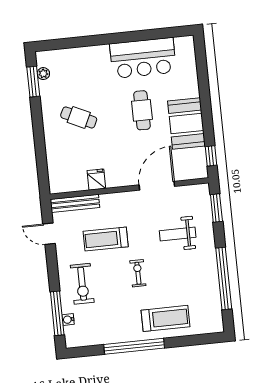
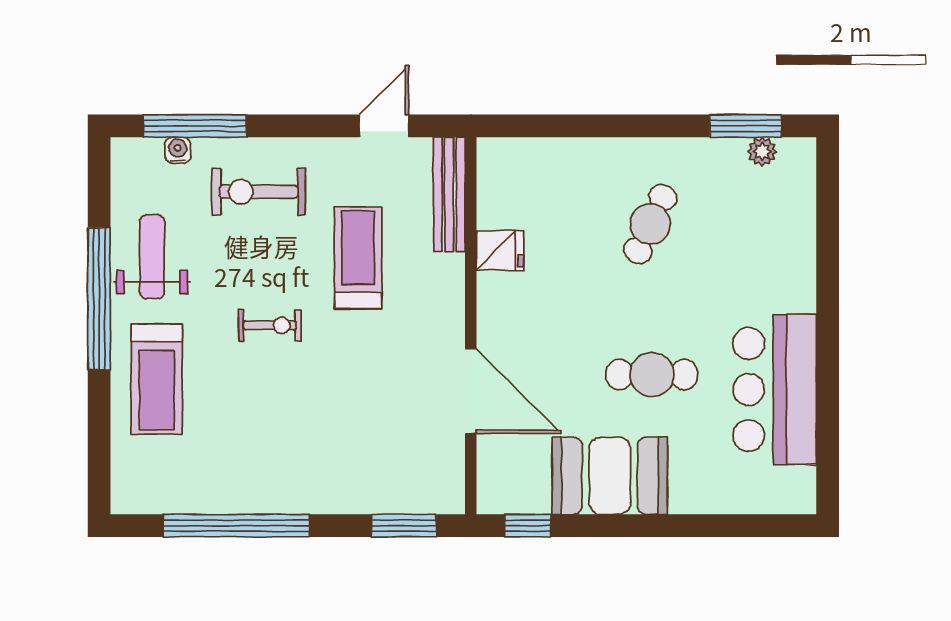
weight bench: (178, 234) -> (152, 257), moved

